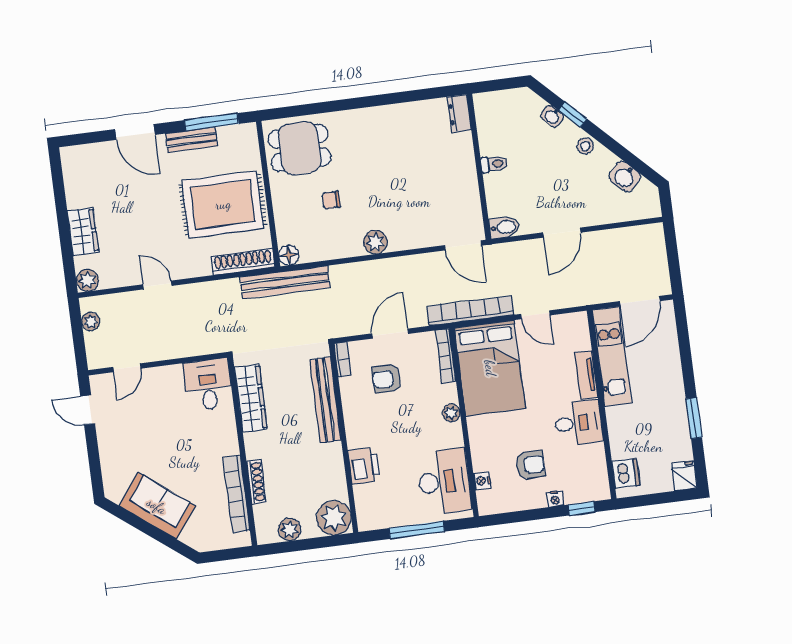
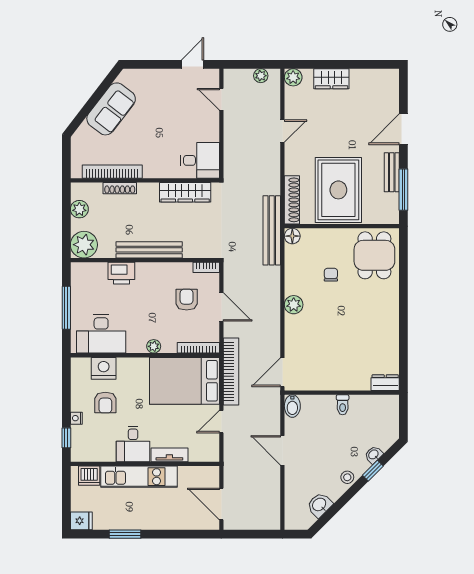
kitchen unit: (612, 356) -> (139, 477), moved
bench: (325, 400) -> (149, 250), moved
nightstand: (482, 481) -> (104, 368), width x1.89, depth x1.79

